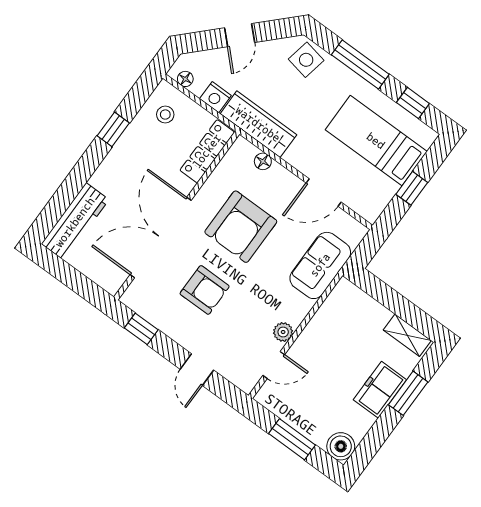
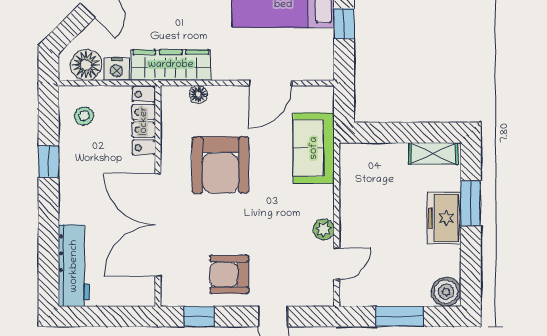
floor lamp: (185, 79) -> (86, 65), width x1.89, depth x1.89
armchair: (205, 290) -> (229, 274), moved, turned 180

